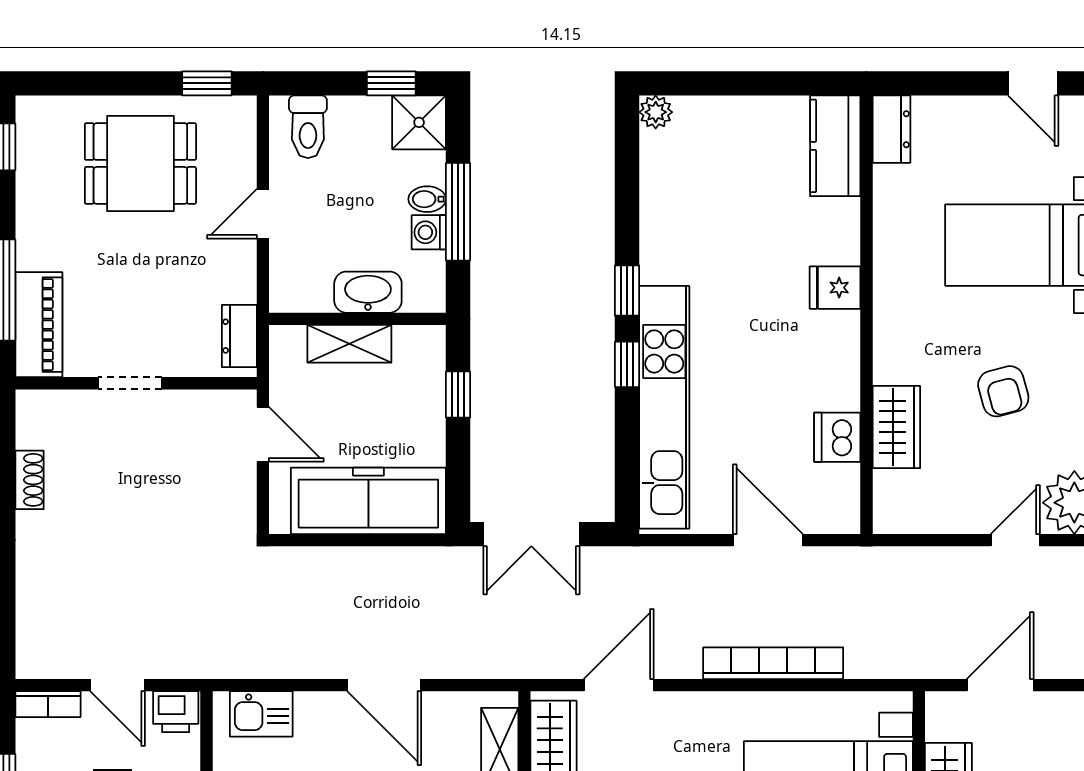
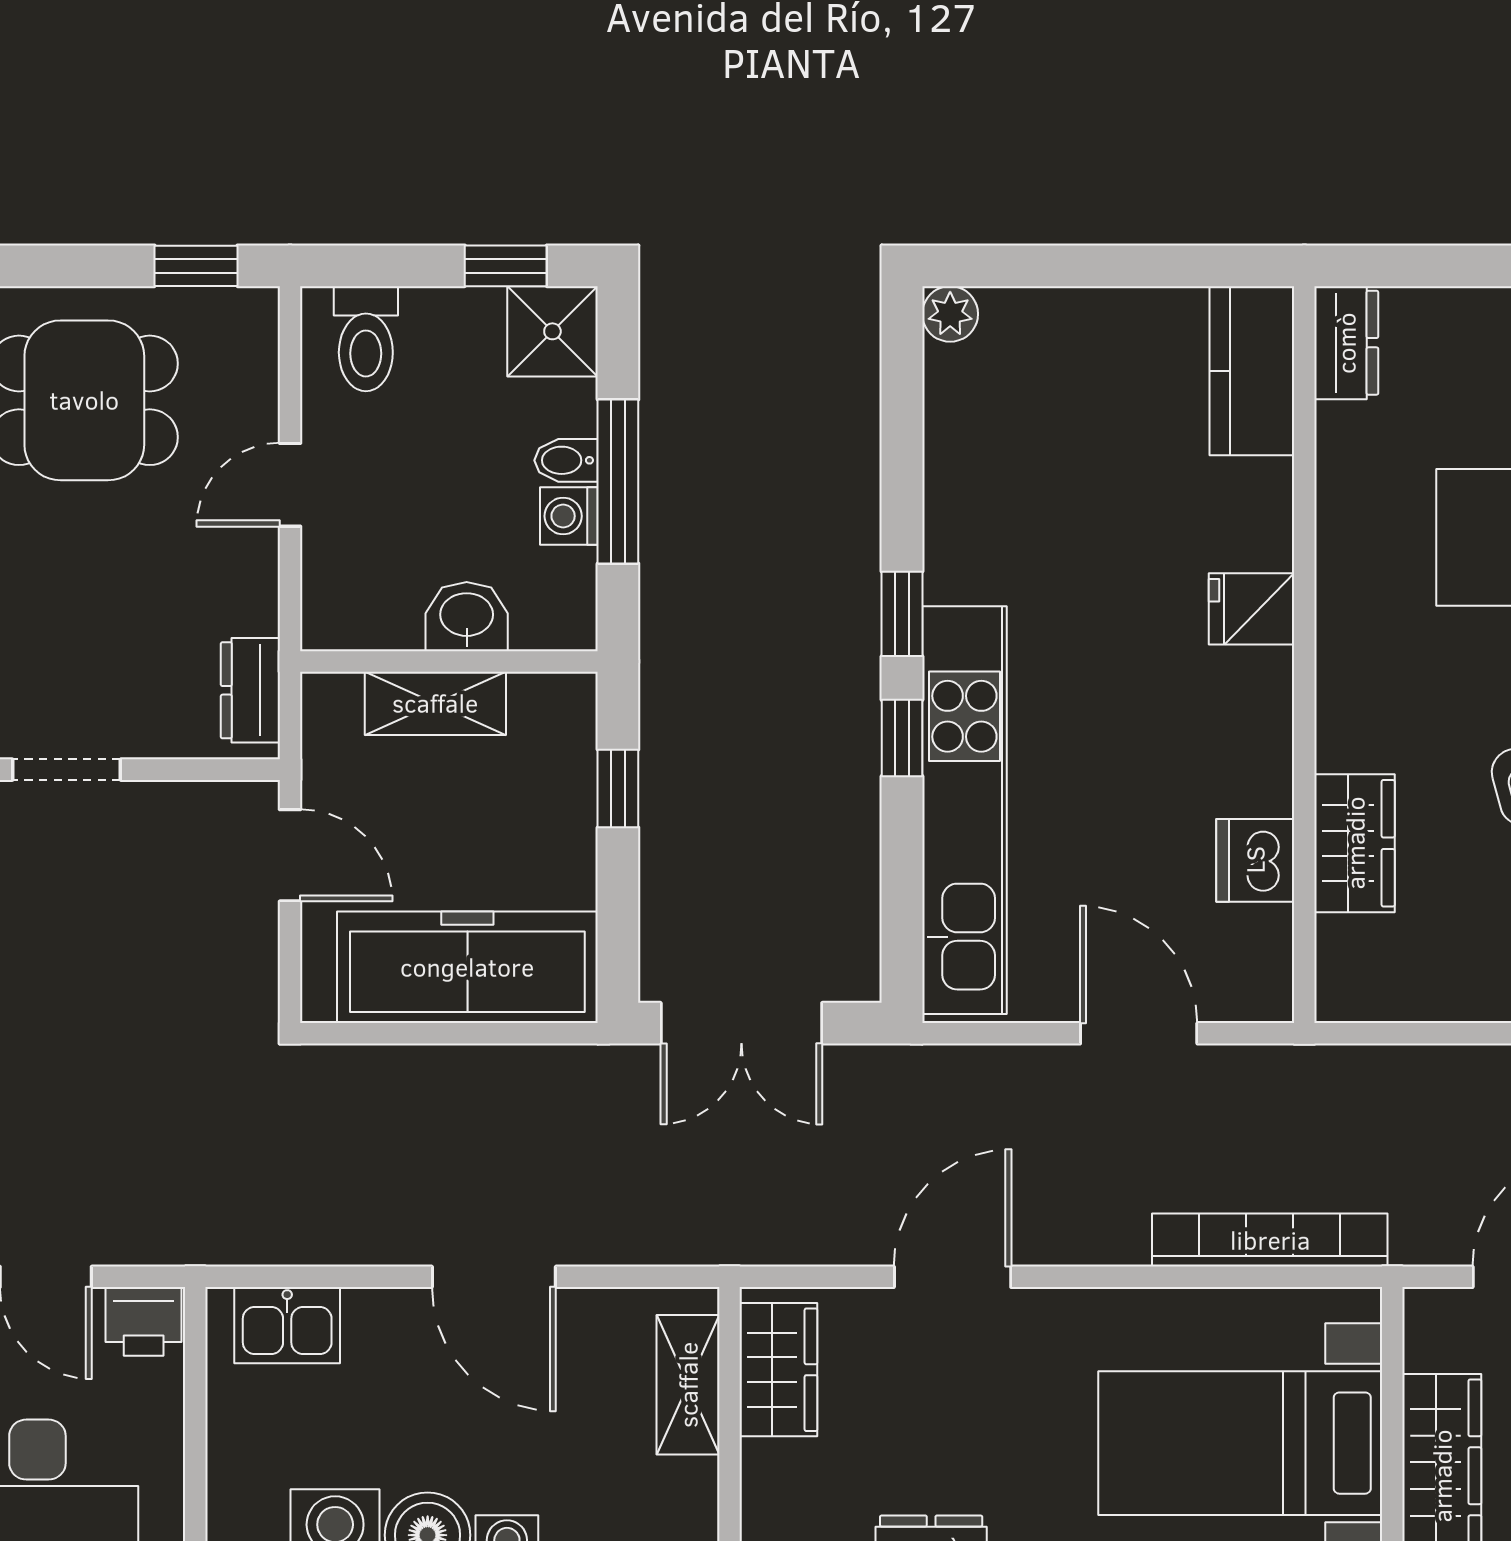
washbasin: (368, 292) -> (467, 617), width x0.72
bookcase: (773, 663) -> (1270, 1240), moved
door: (619, 685) -> (953, 1277), moved

